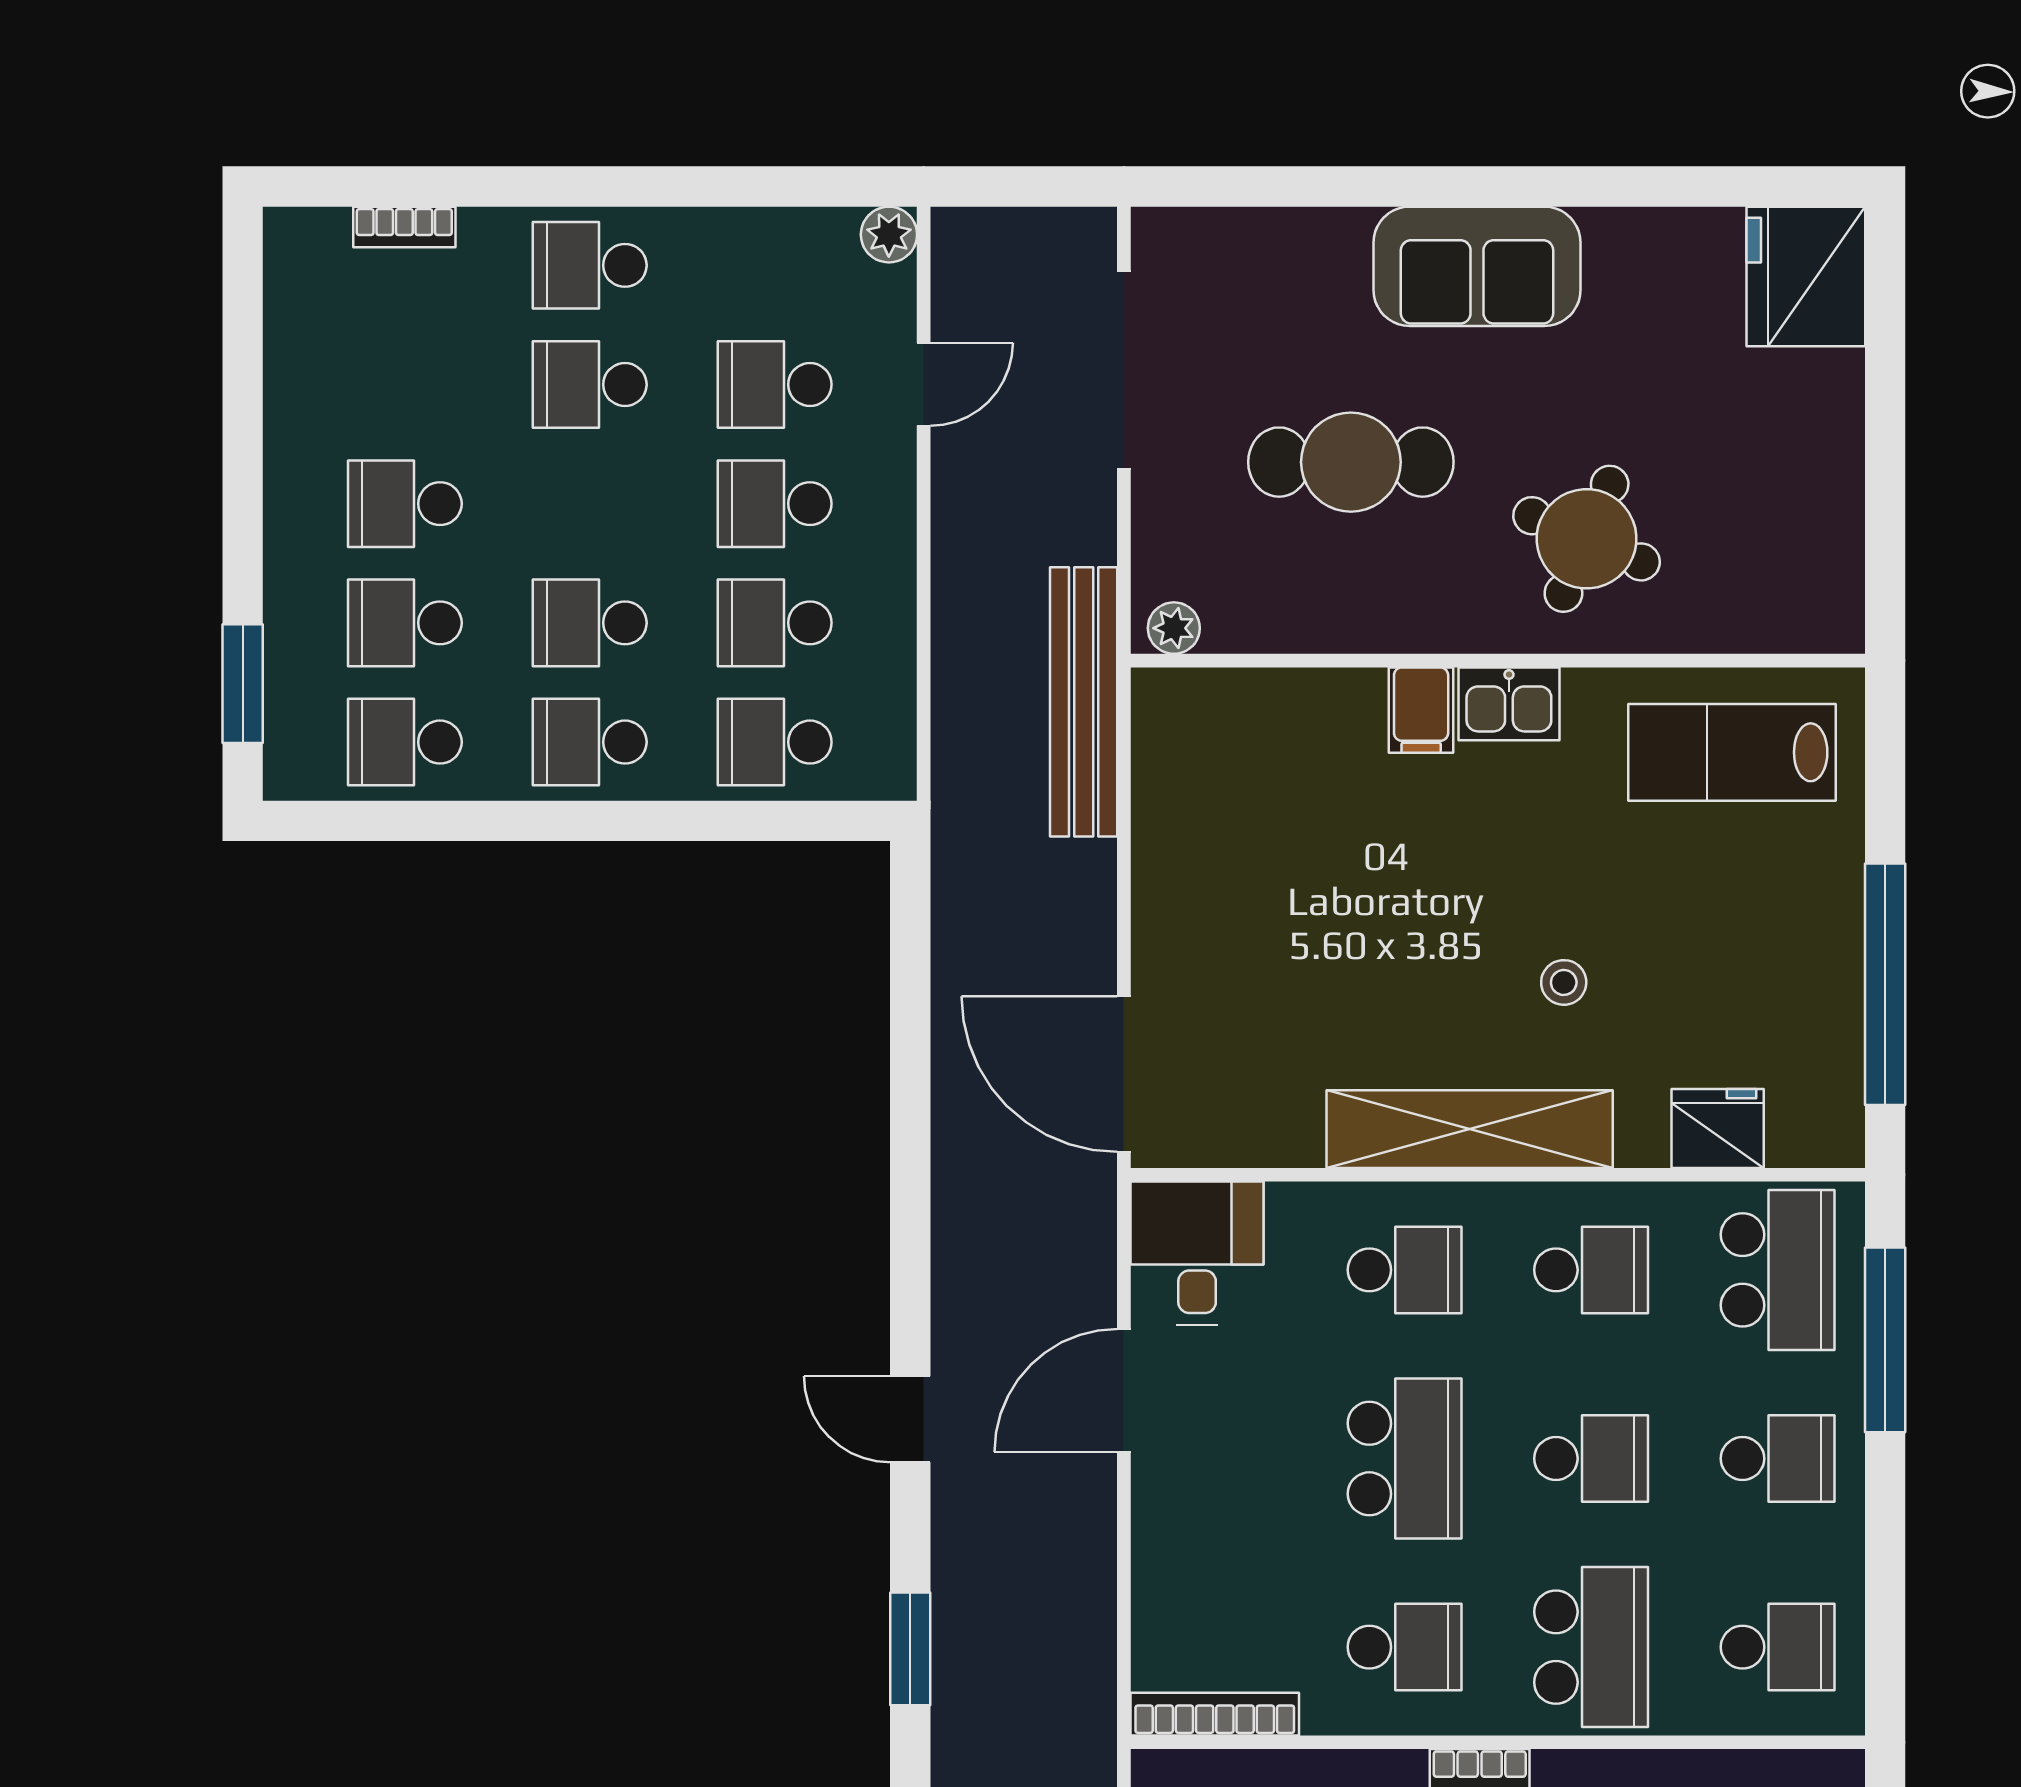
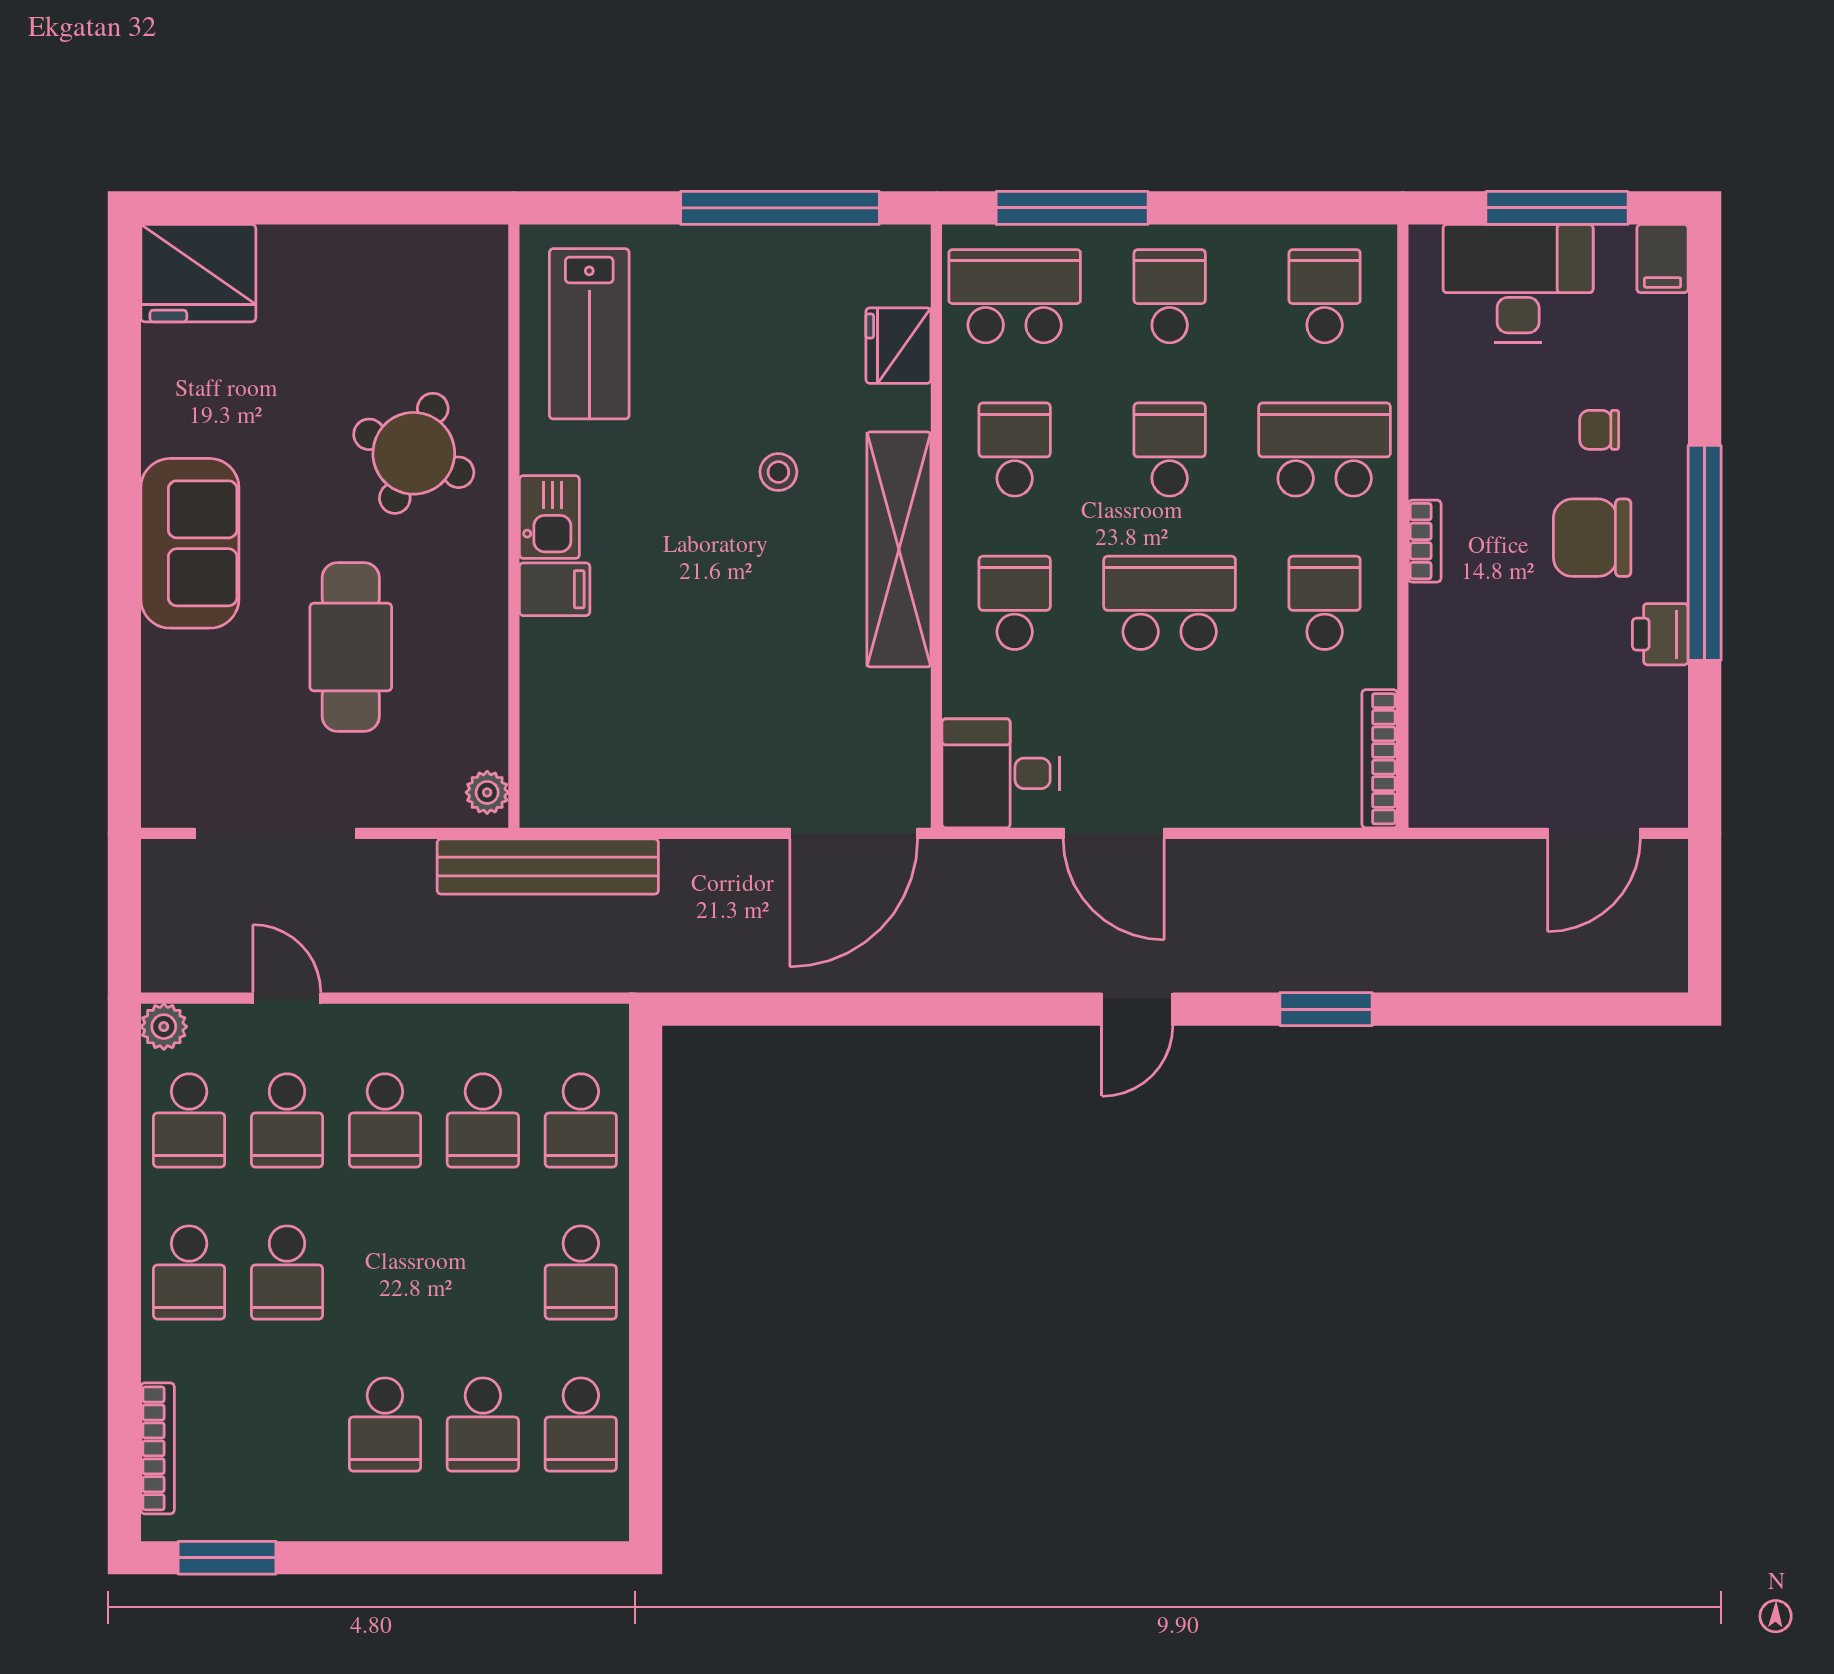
bookcase: (404, 227) -> (158, 1448), width x1.56
school desk: (590, 623) -> (189, 1120), moved
window: (243, 684) -> (227, 1558), moved

